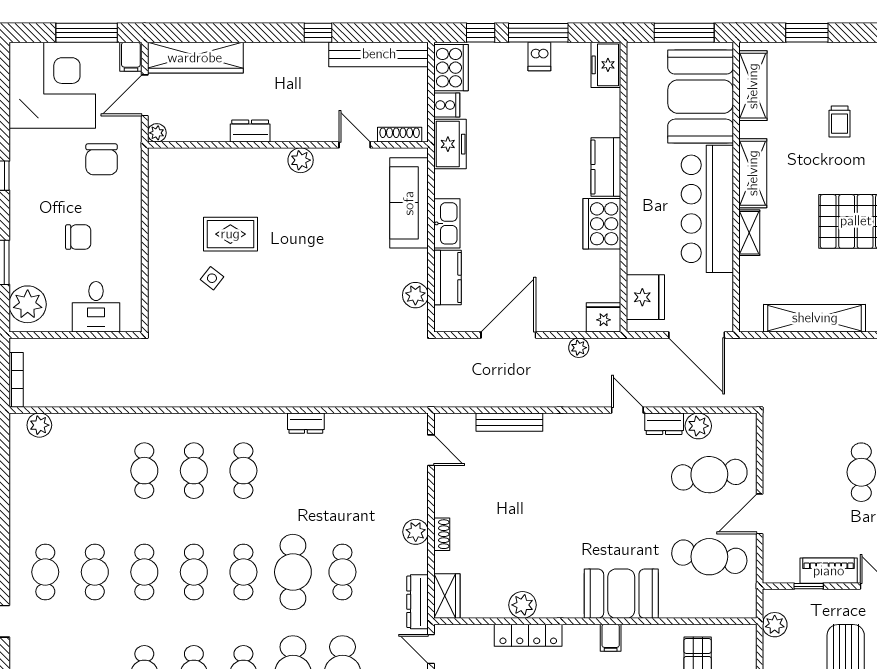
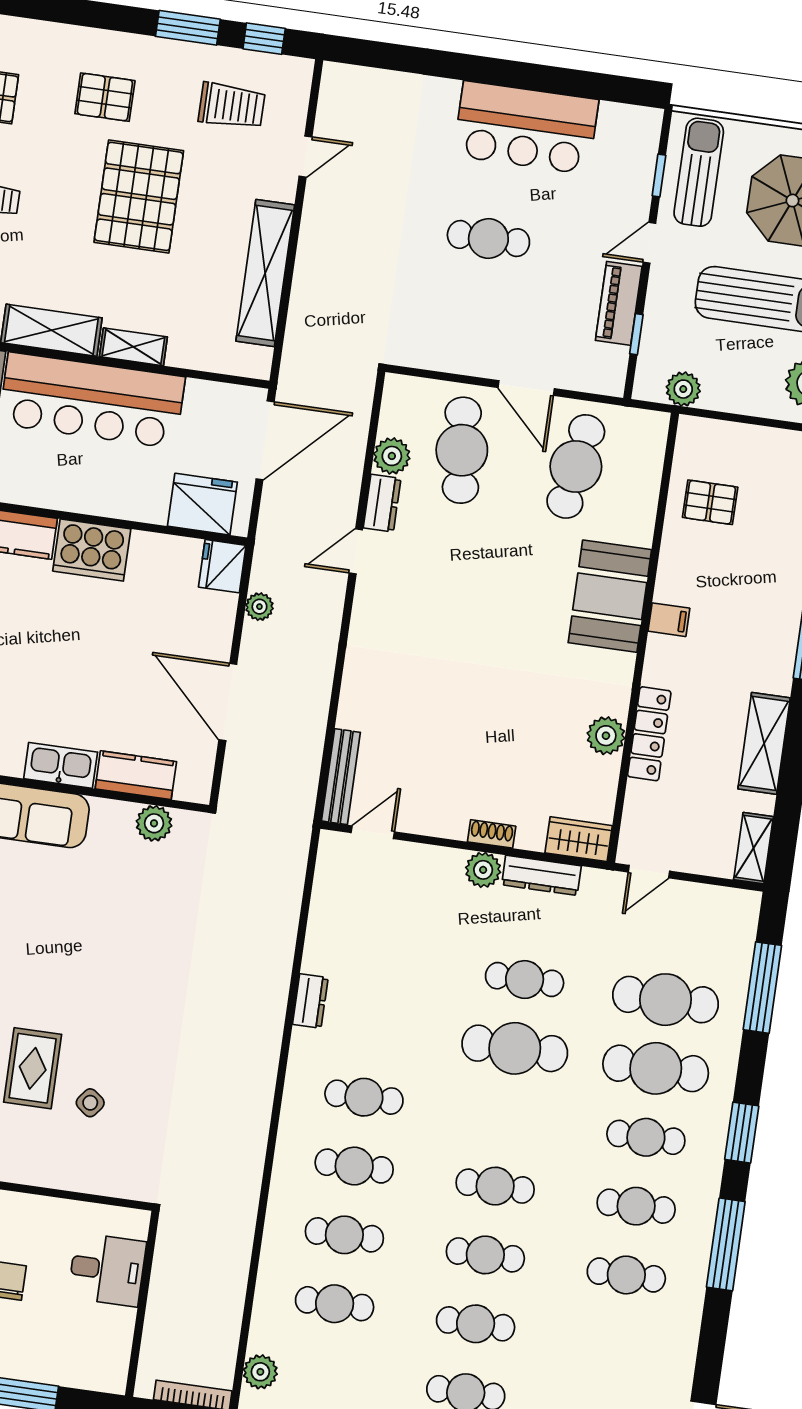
plant: (28, 304) -> (90, 1364), removed
bench: (509, 422) -> (341, 777), moved
cafe table: (243, 572) -> (335, 1304), moved
dresser: (418, 602) -> (541, 875), moved

